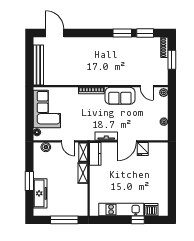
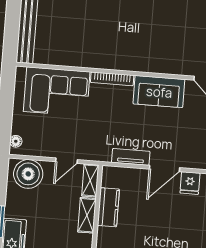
corner sofa: (47, 109) -> (57, 92), moved, turned 90
door: (68, 141) -> (67, 161), hinge flipped
boiler: (46, 147) -> (28, 174), width x1.86, depth x1.86
kitchen counter: (95, 154) -> (108, 207), moved

